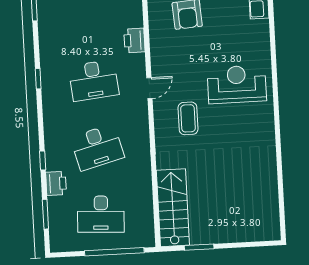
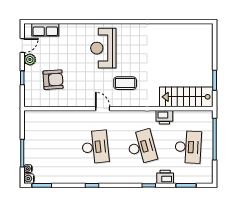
printer: (134, 40) -> (164, 117), moved

